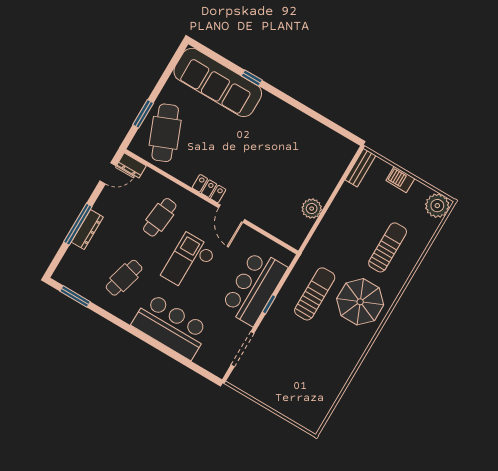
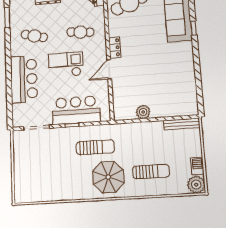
bench: (360, 168) -> (182, 124), width x1.36
barbecue: (400, 179) -> (197, 166), moved

